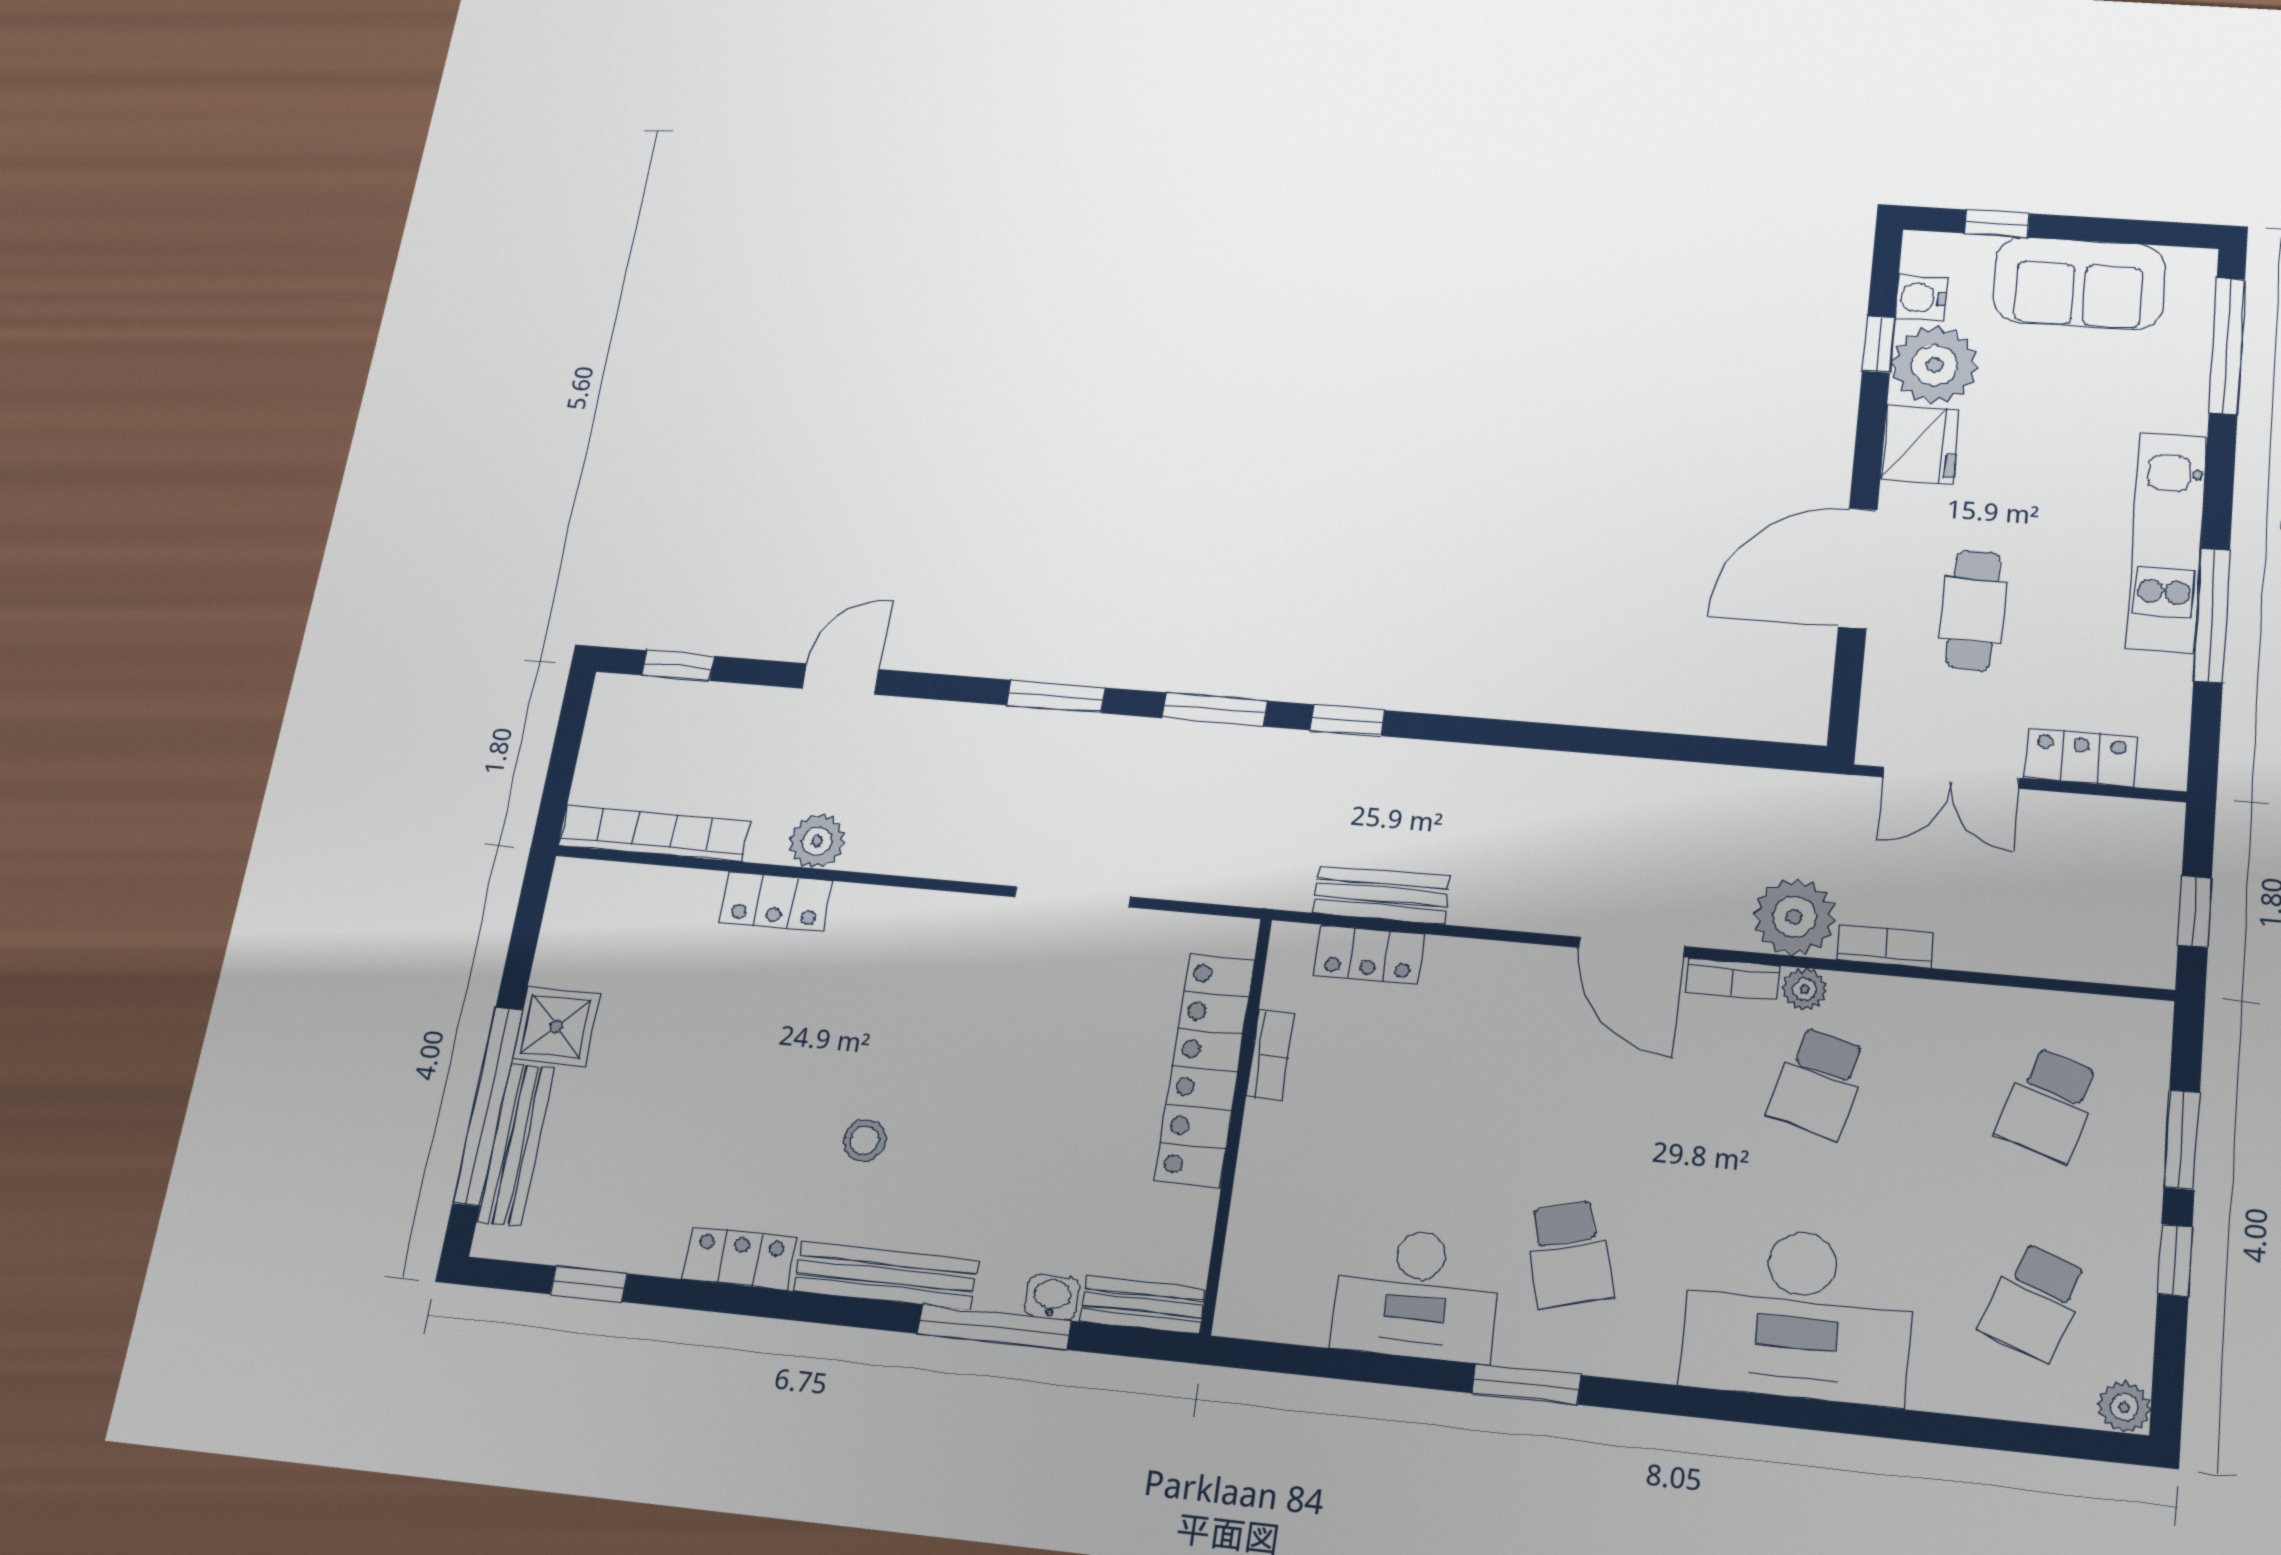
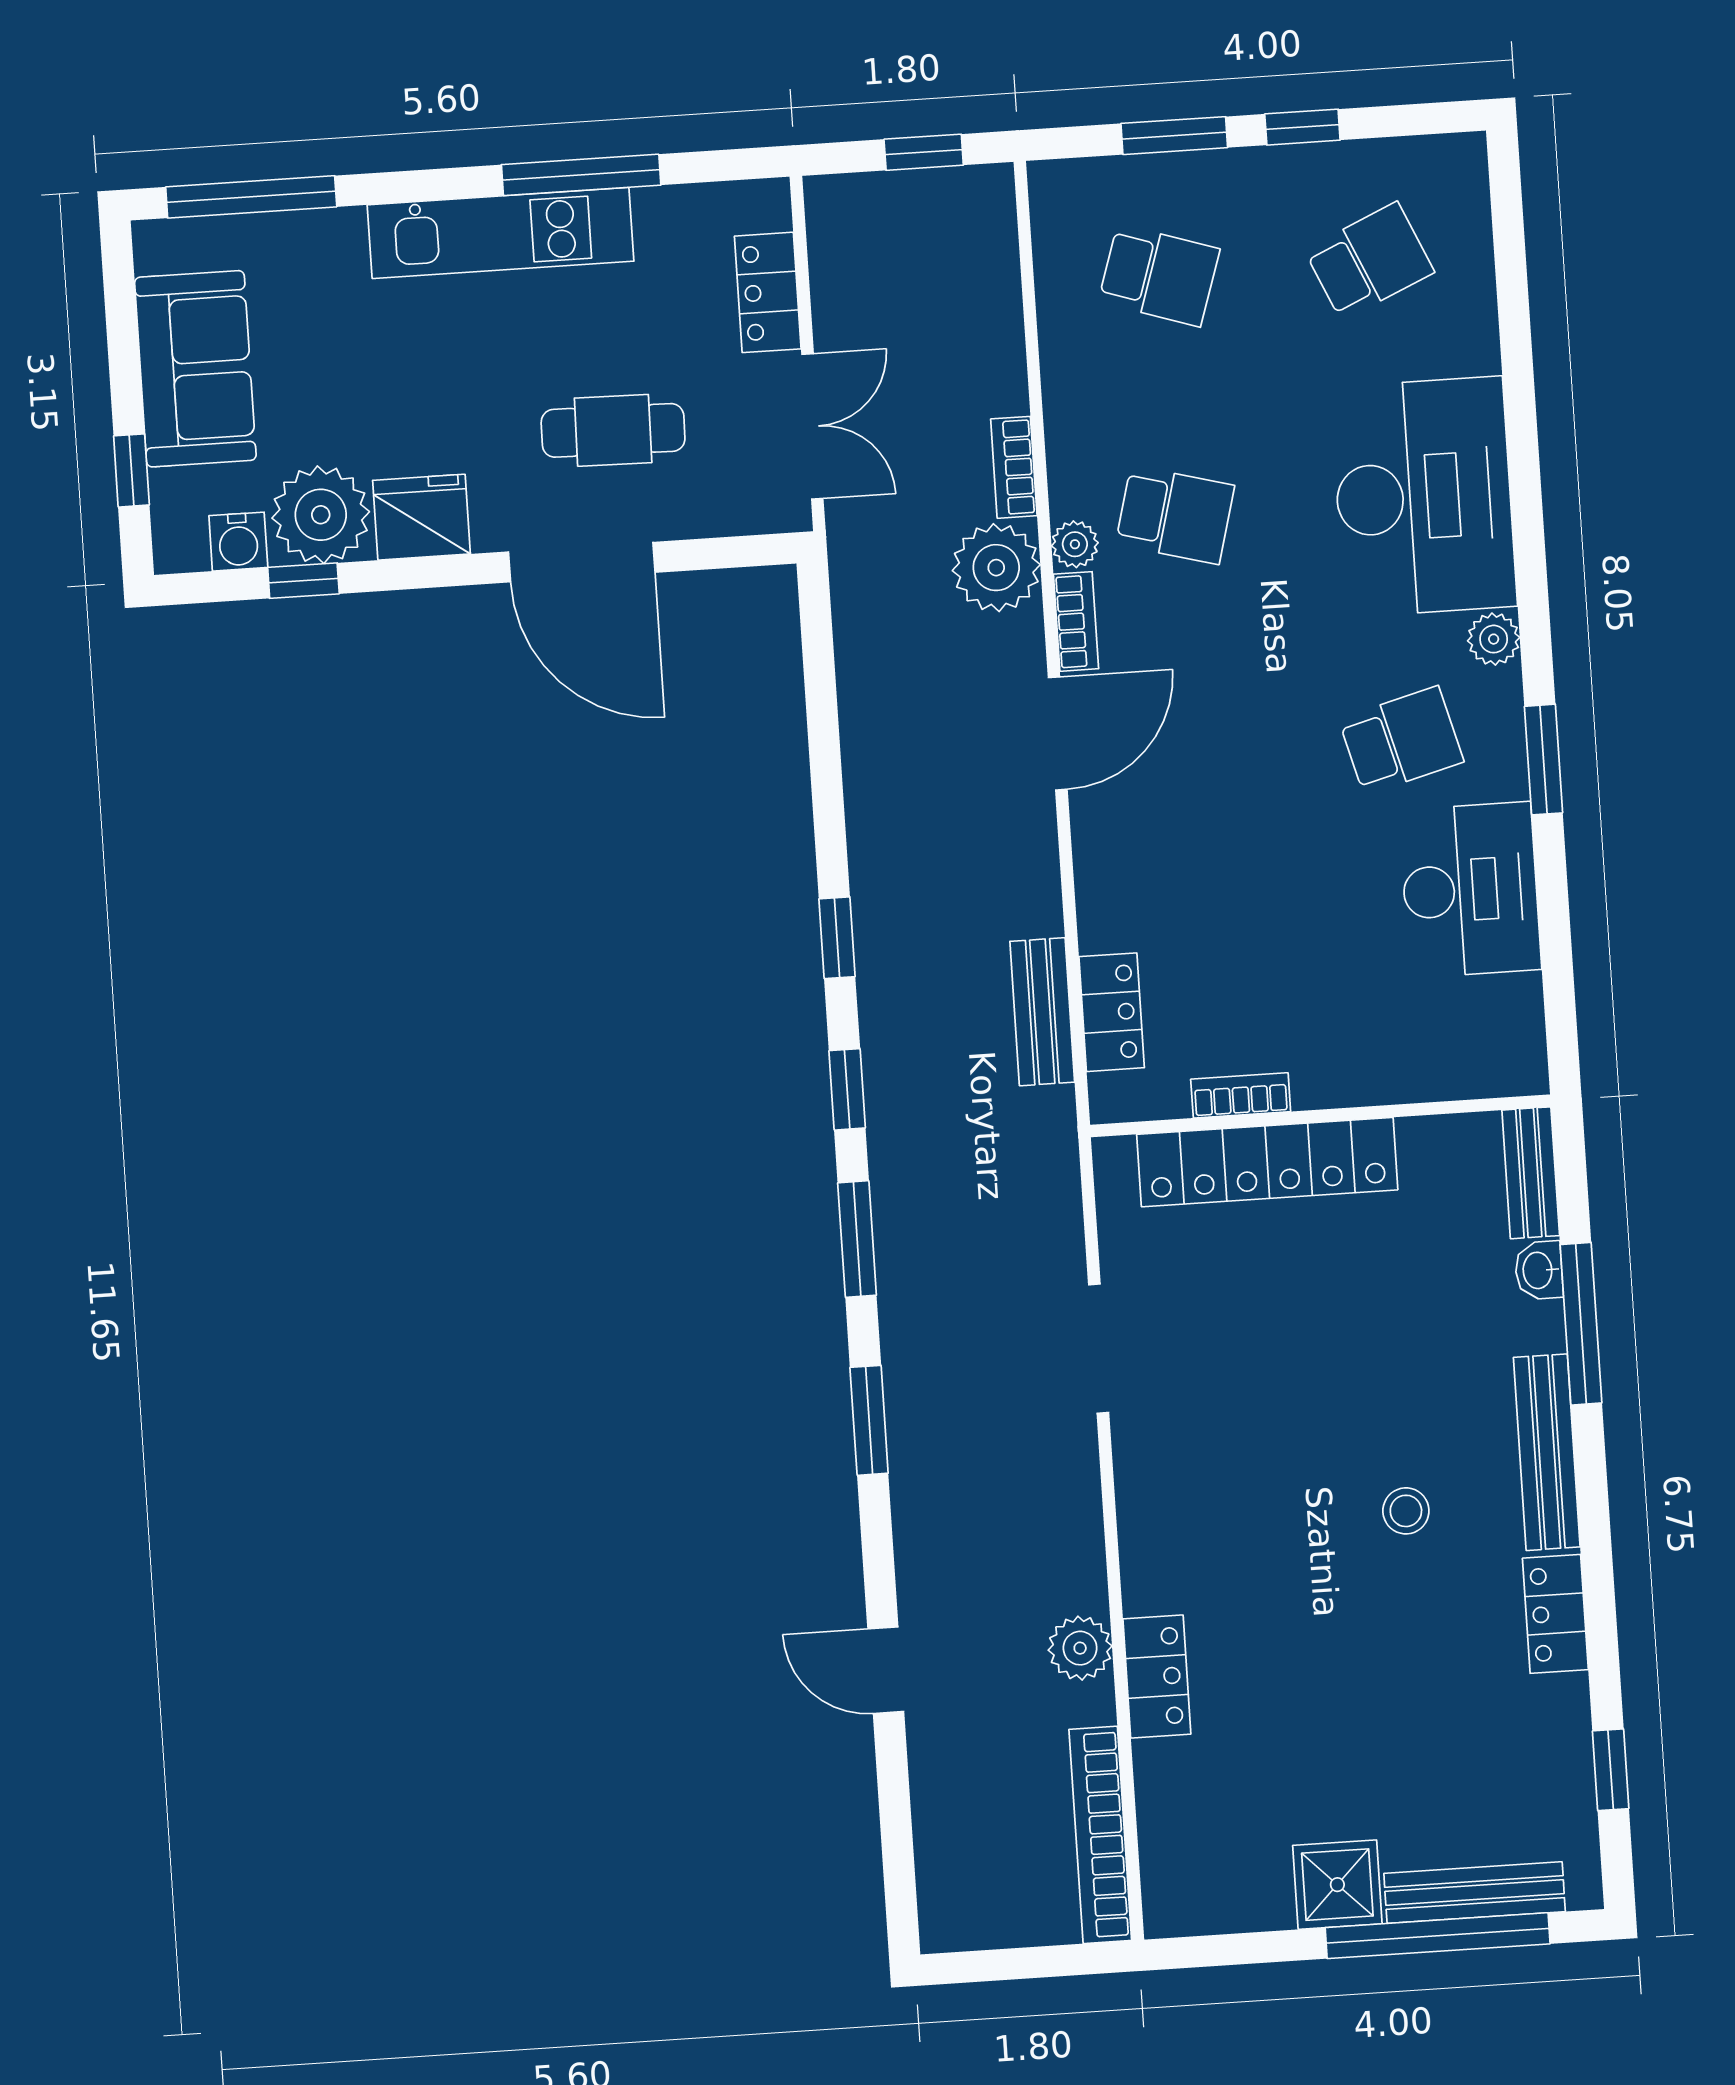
window: (678, 666) -> (837, 938), moved
school desk: (2035, 1302) -> (1369, 261), turned -45
plant: (2124, 1407) -> (1494, 639), moved

